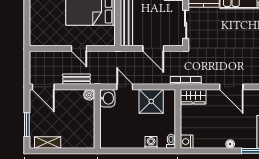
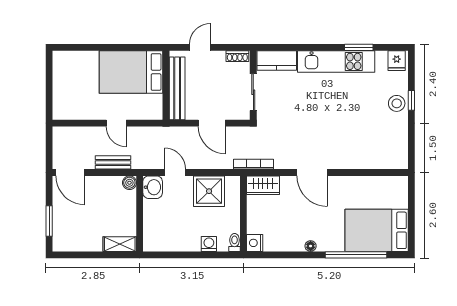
shelving: (48, 142) -> (120, 244), moved

